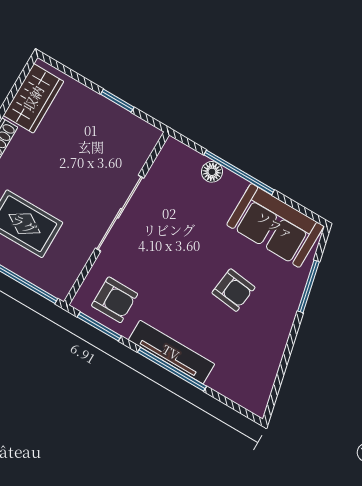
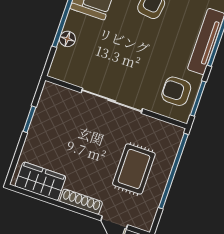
armchair: (115, 300) -> (176, 91), turned -90

